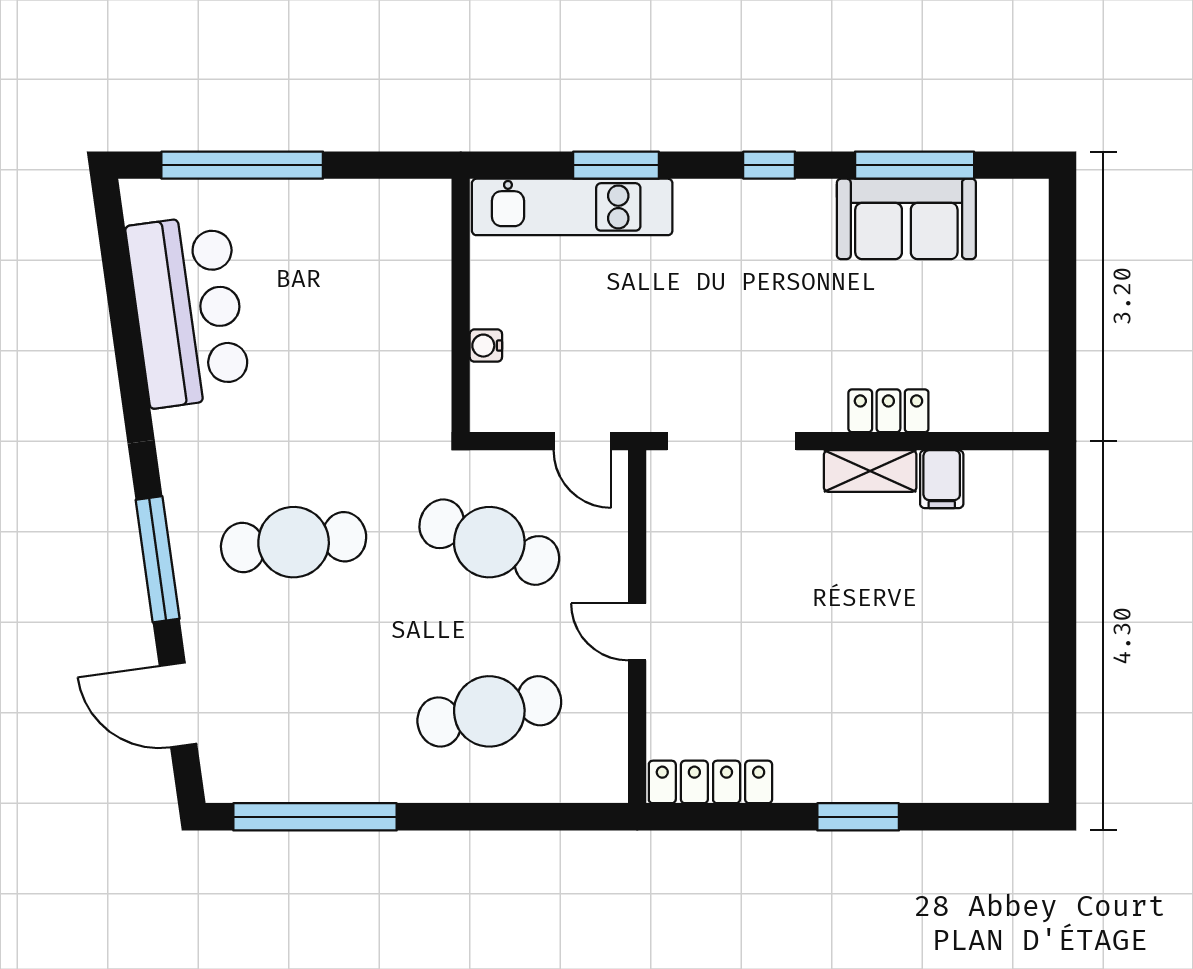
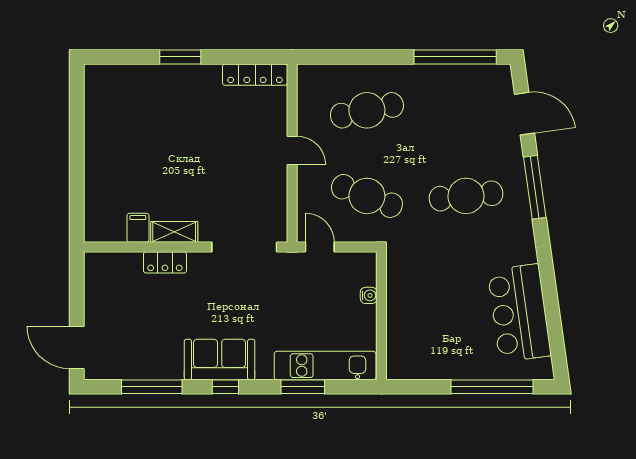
sofa: (906, 219) -> (220, 359), moved
door: (1063, 243) -> (77, 347), added

